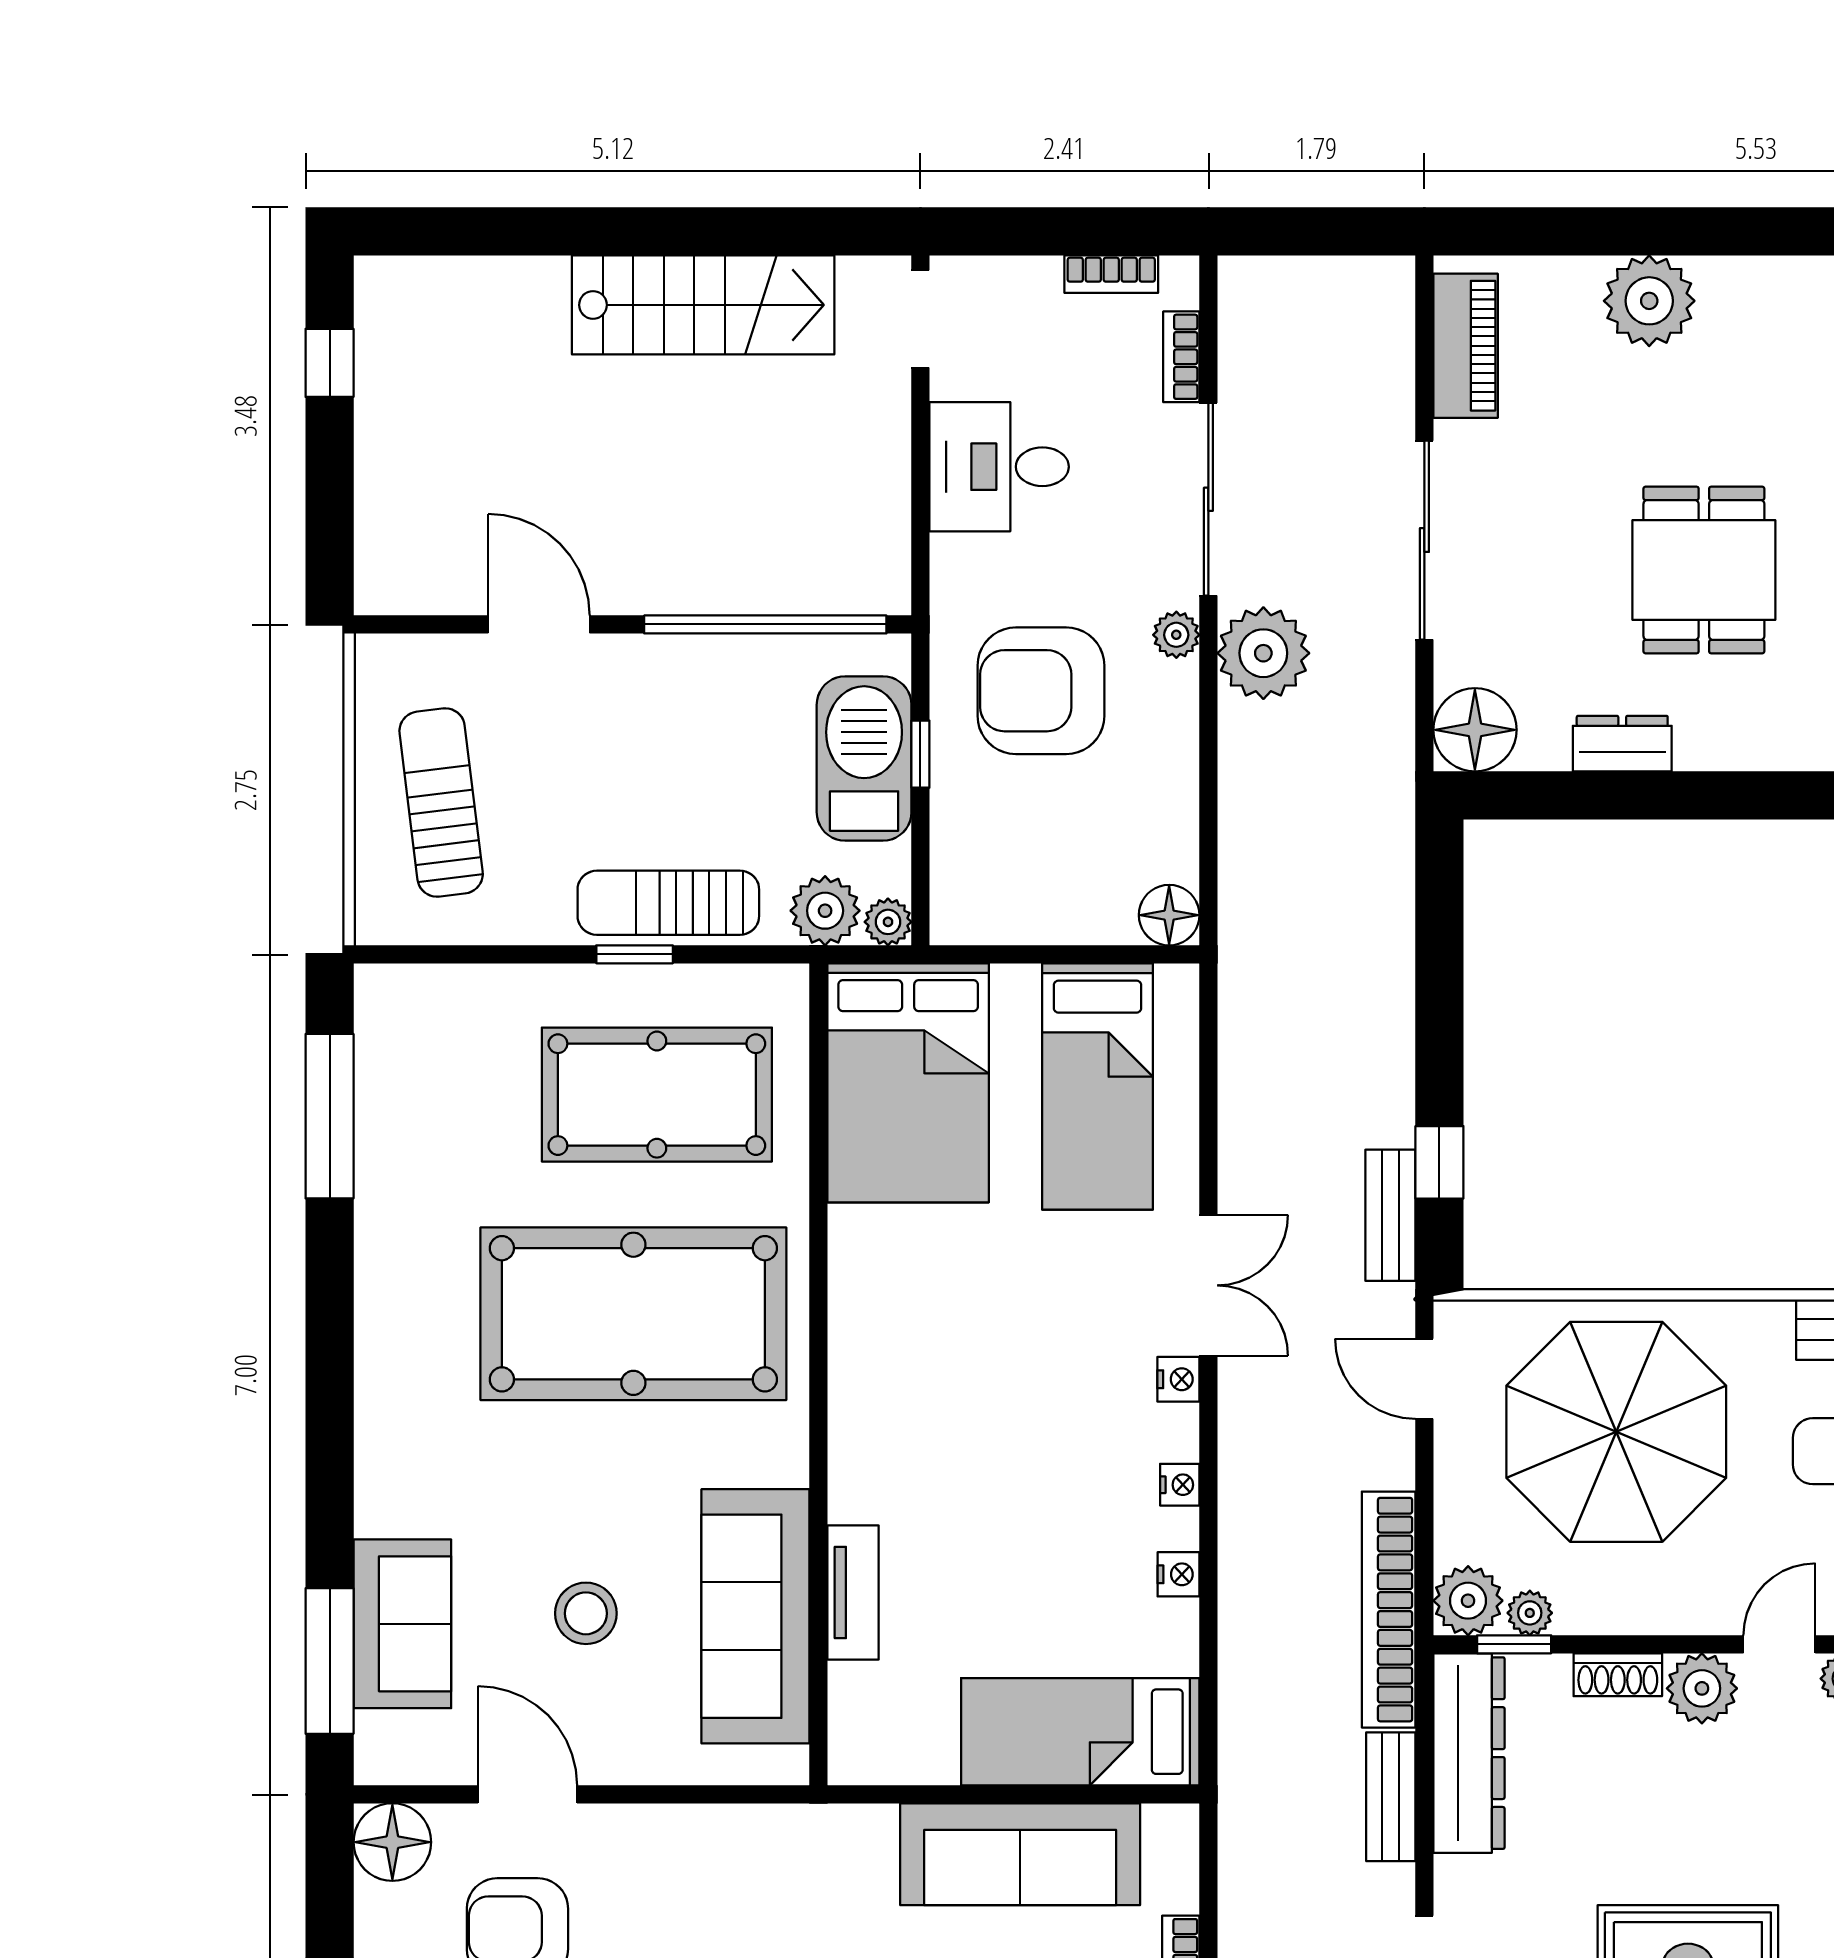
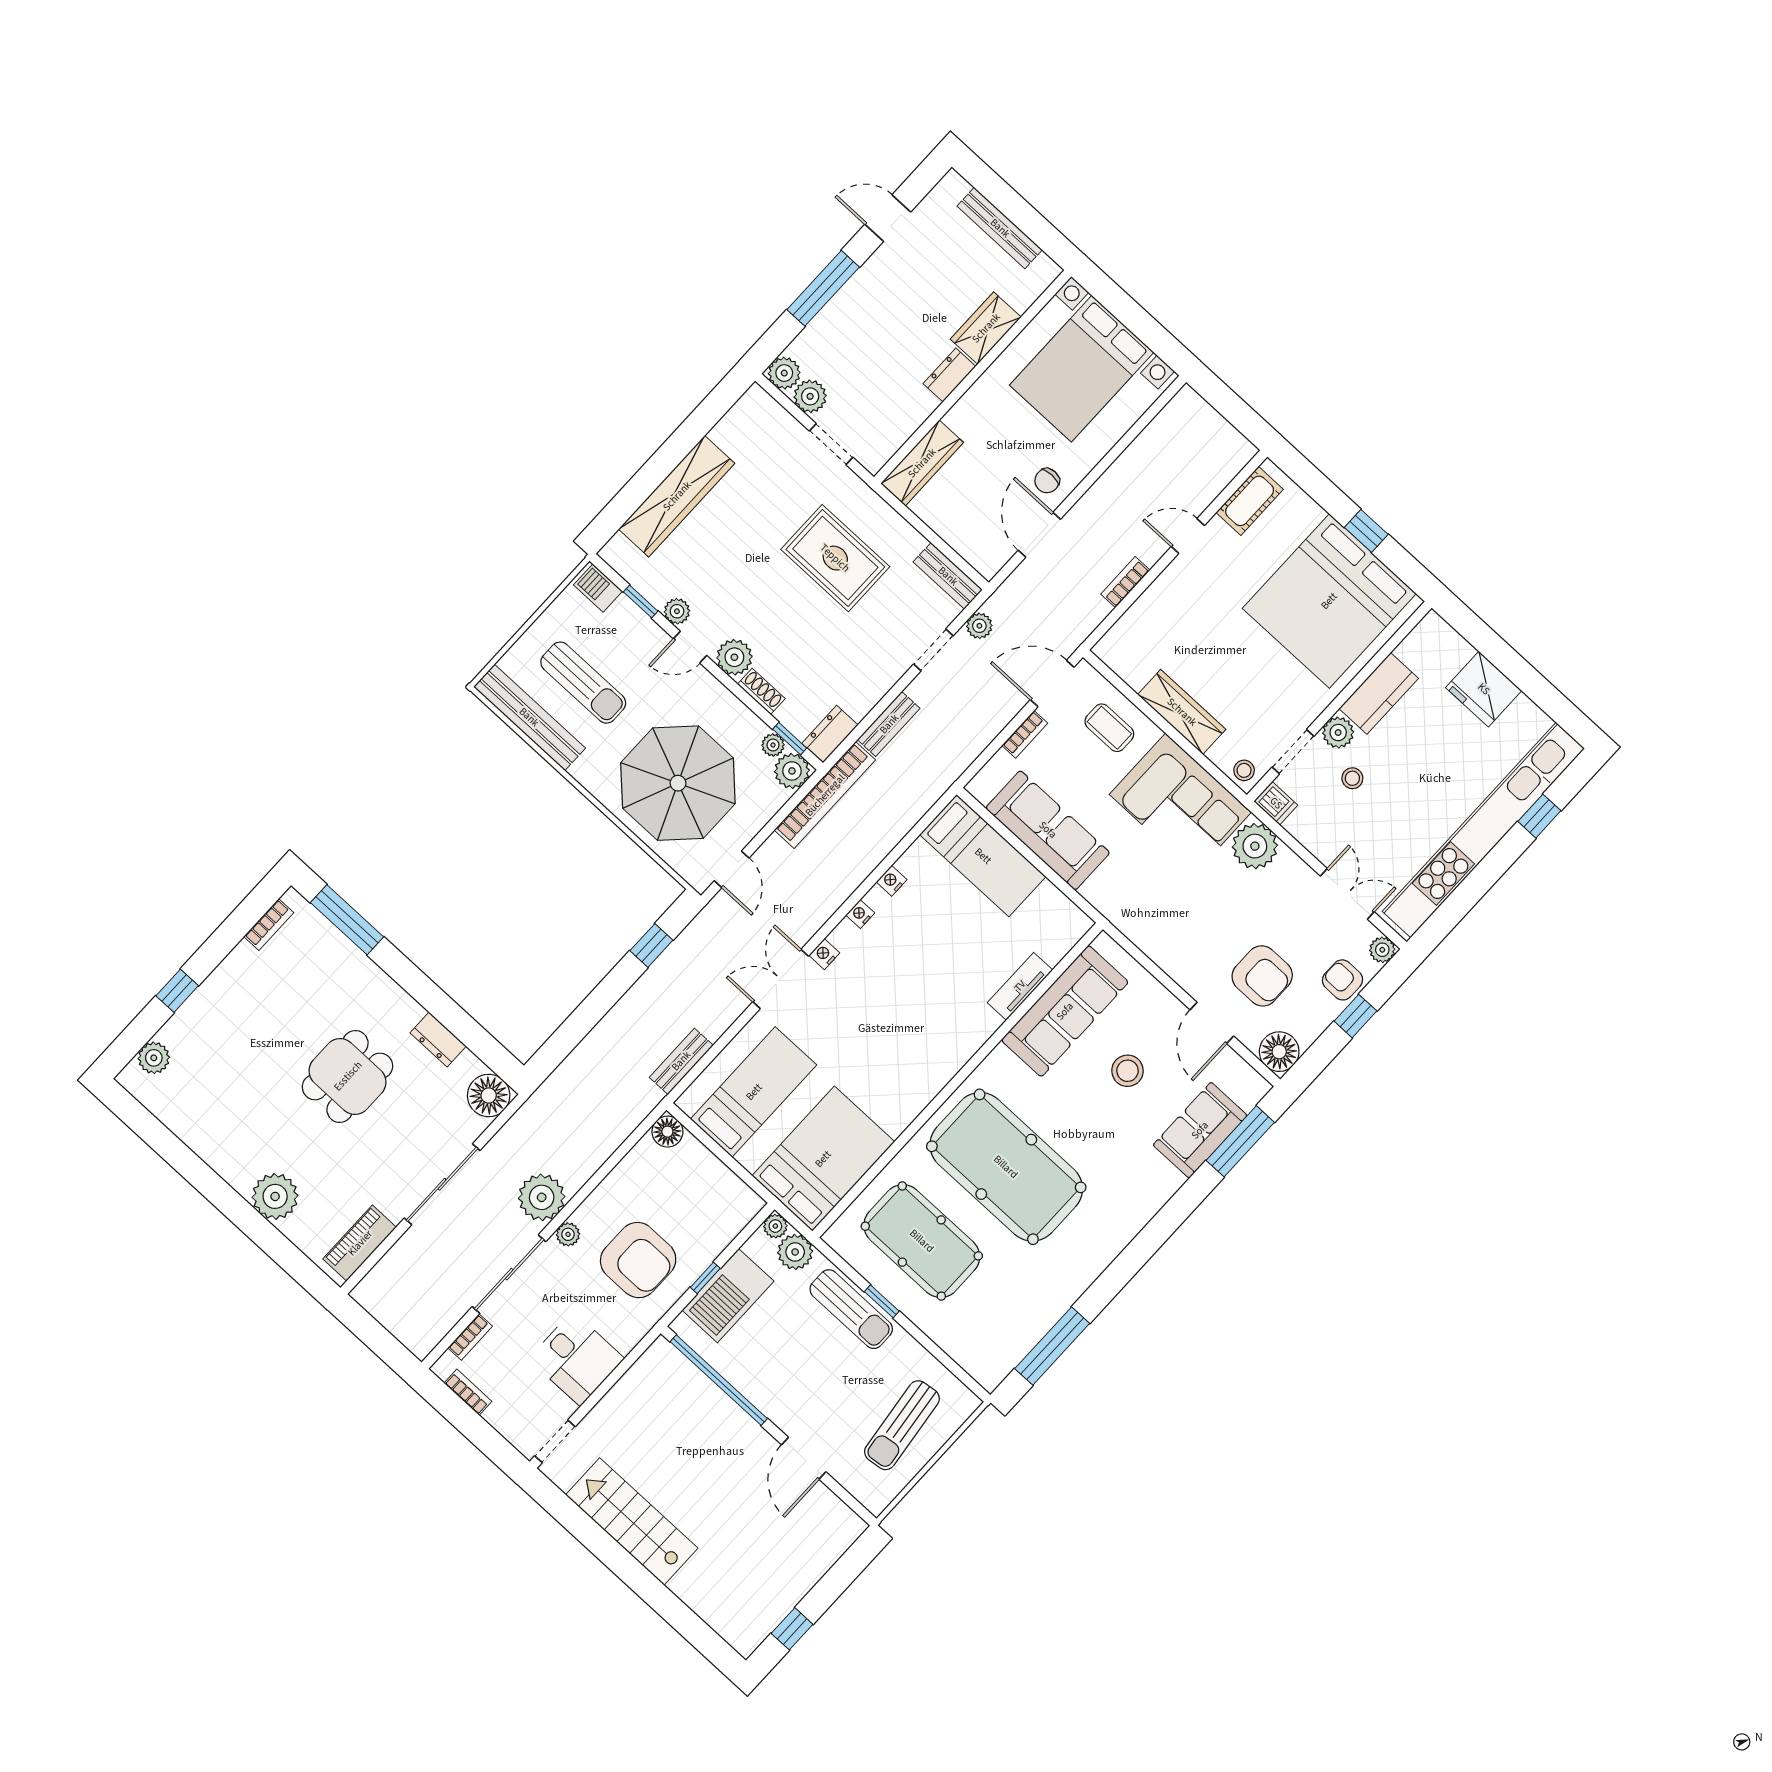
bench: (1390, 1215) -> (681, 1061), moved
dresser: (1469, 1753) -> (830, 734), width x0.51, depth x0.80

